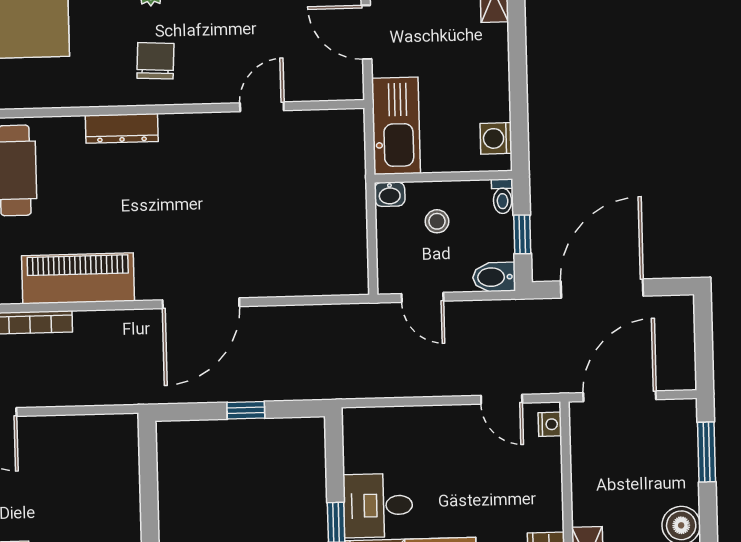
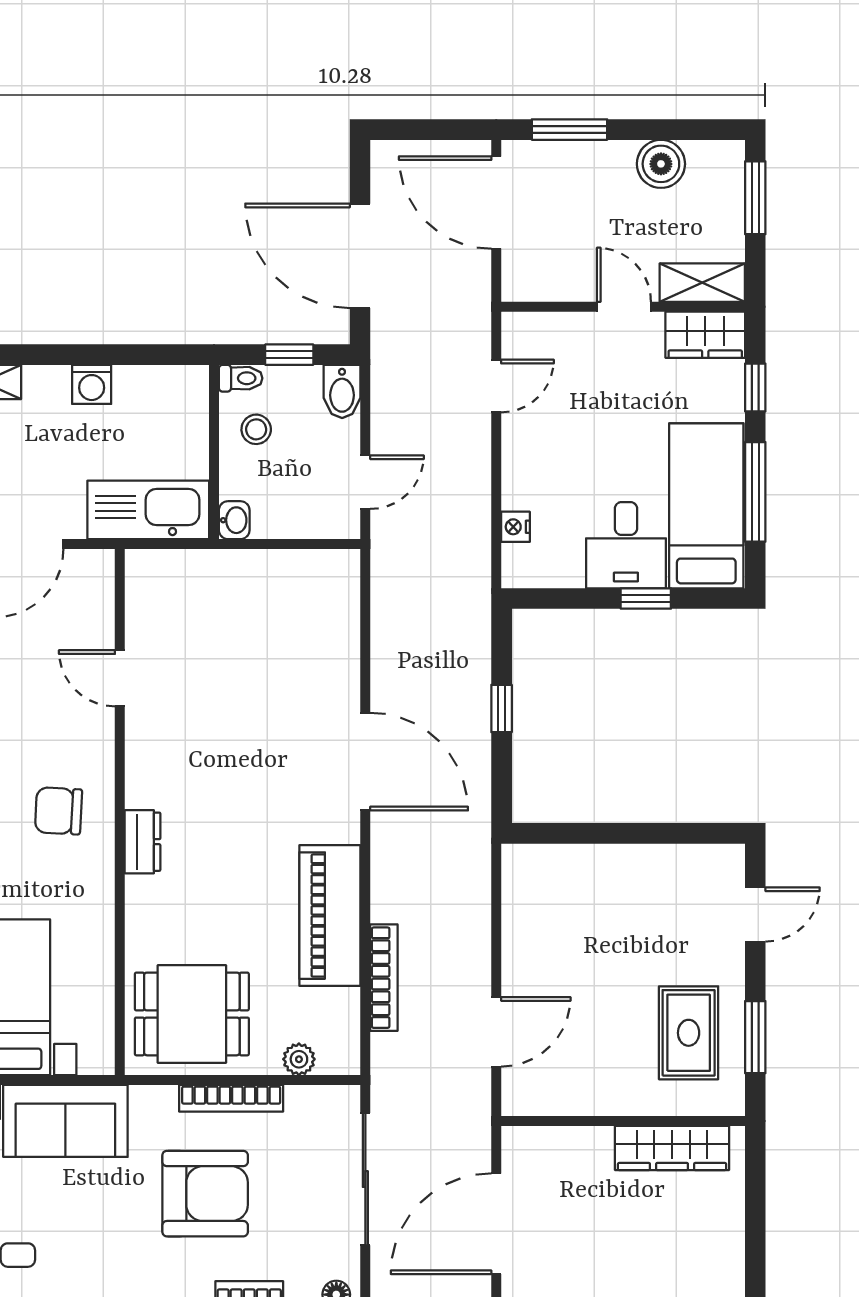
dresser: (122, 128) -> (143, 842), width x0.70
washing machine: (496, 138) -> (92, 384), moved
stool: (437, 221) -> (256, 429), moved
door: (620, 396) -> (496, 202), moved
nightstand: (550, 424) -> (515, 527), moved, turned -90
door: (567, 499) -> (624, 307), added

